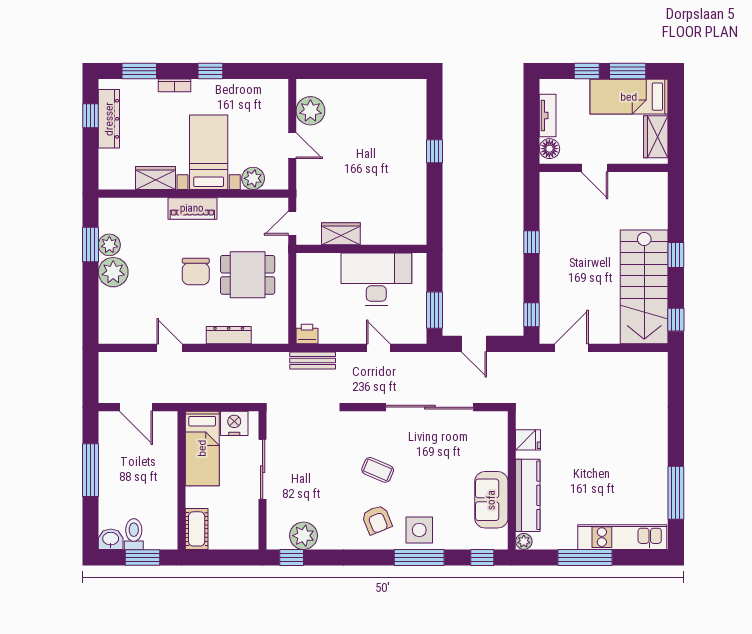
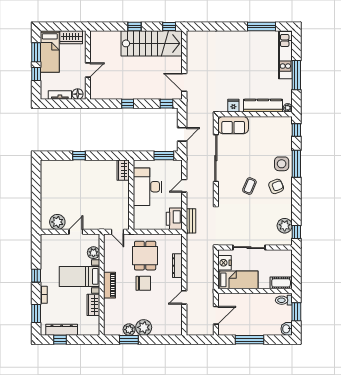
wardrobe: (341, 234) -> (123, 170), moved
printer: (307, 334) -> (174, 219), width x1.87, depth x1.48
sofa: (491, 500) -> (233, 125), moved
toilet: (134, 534) -> (284, 300), moved

